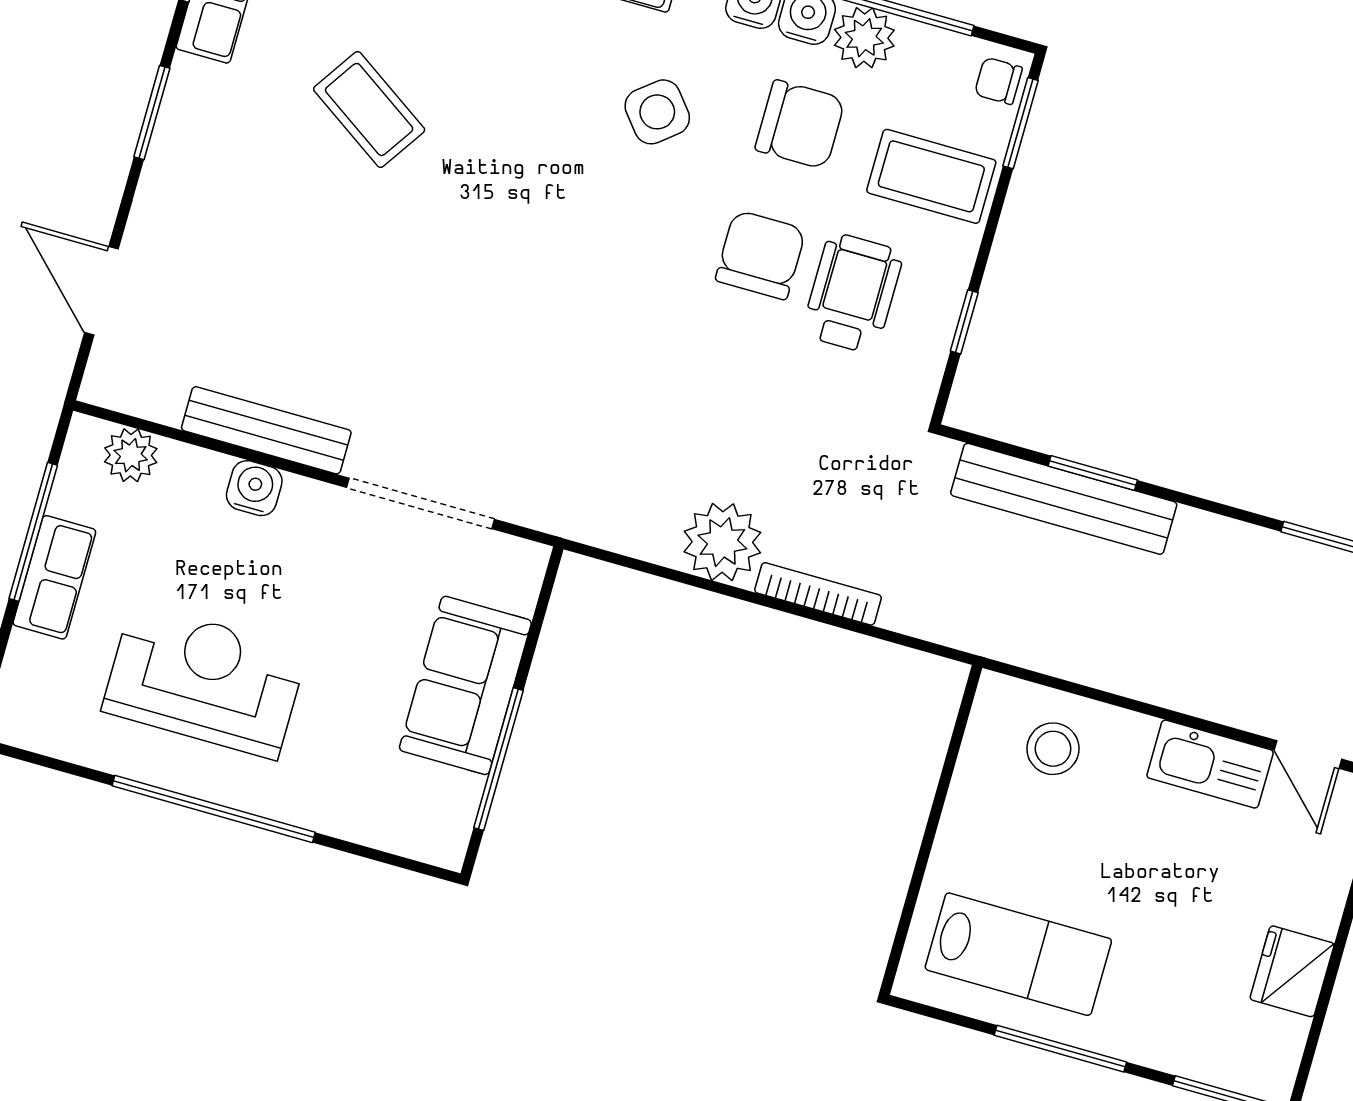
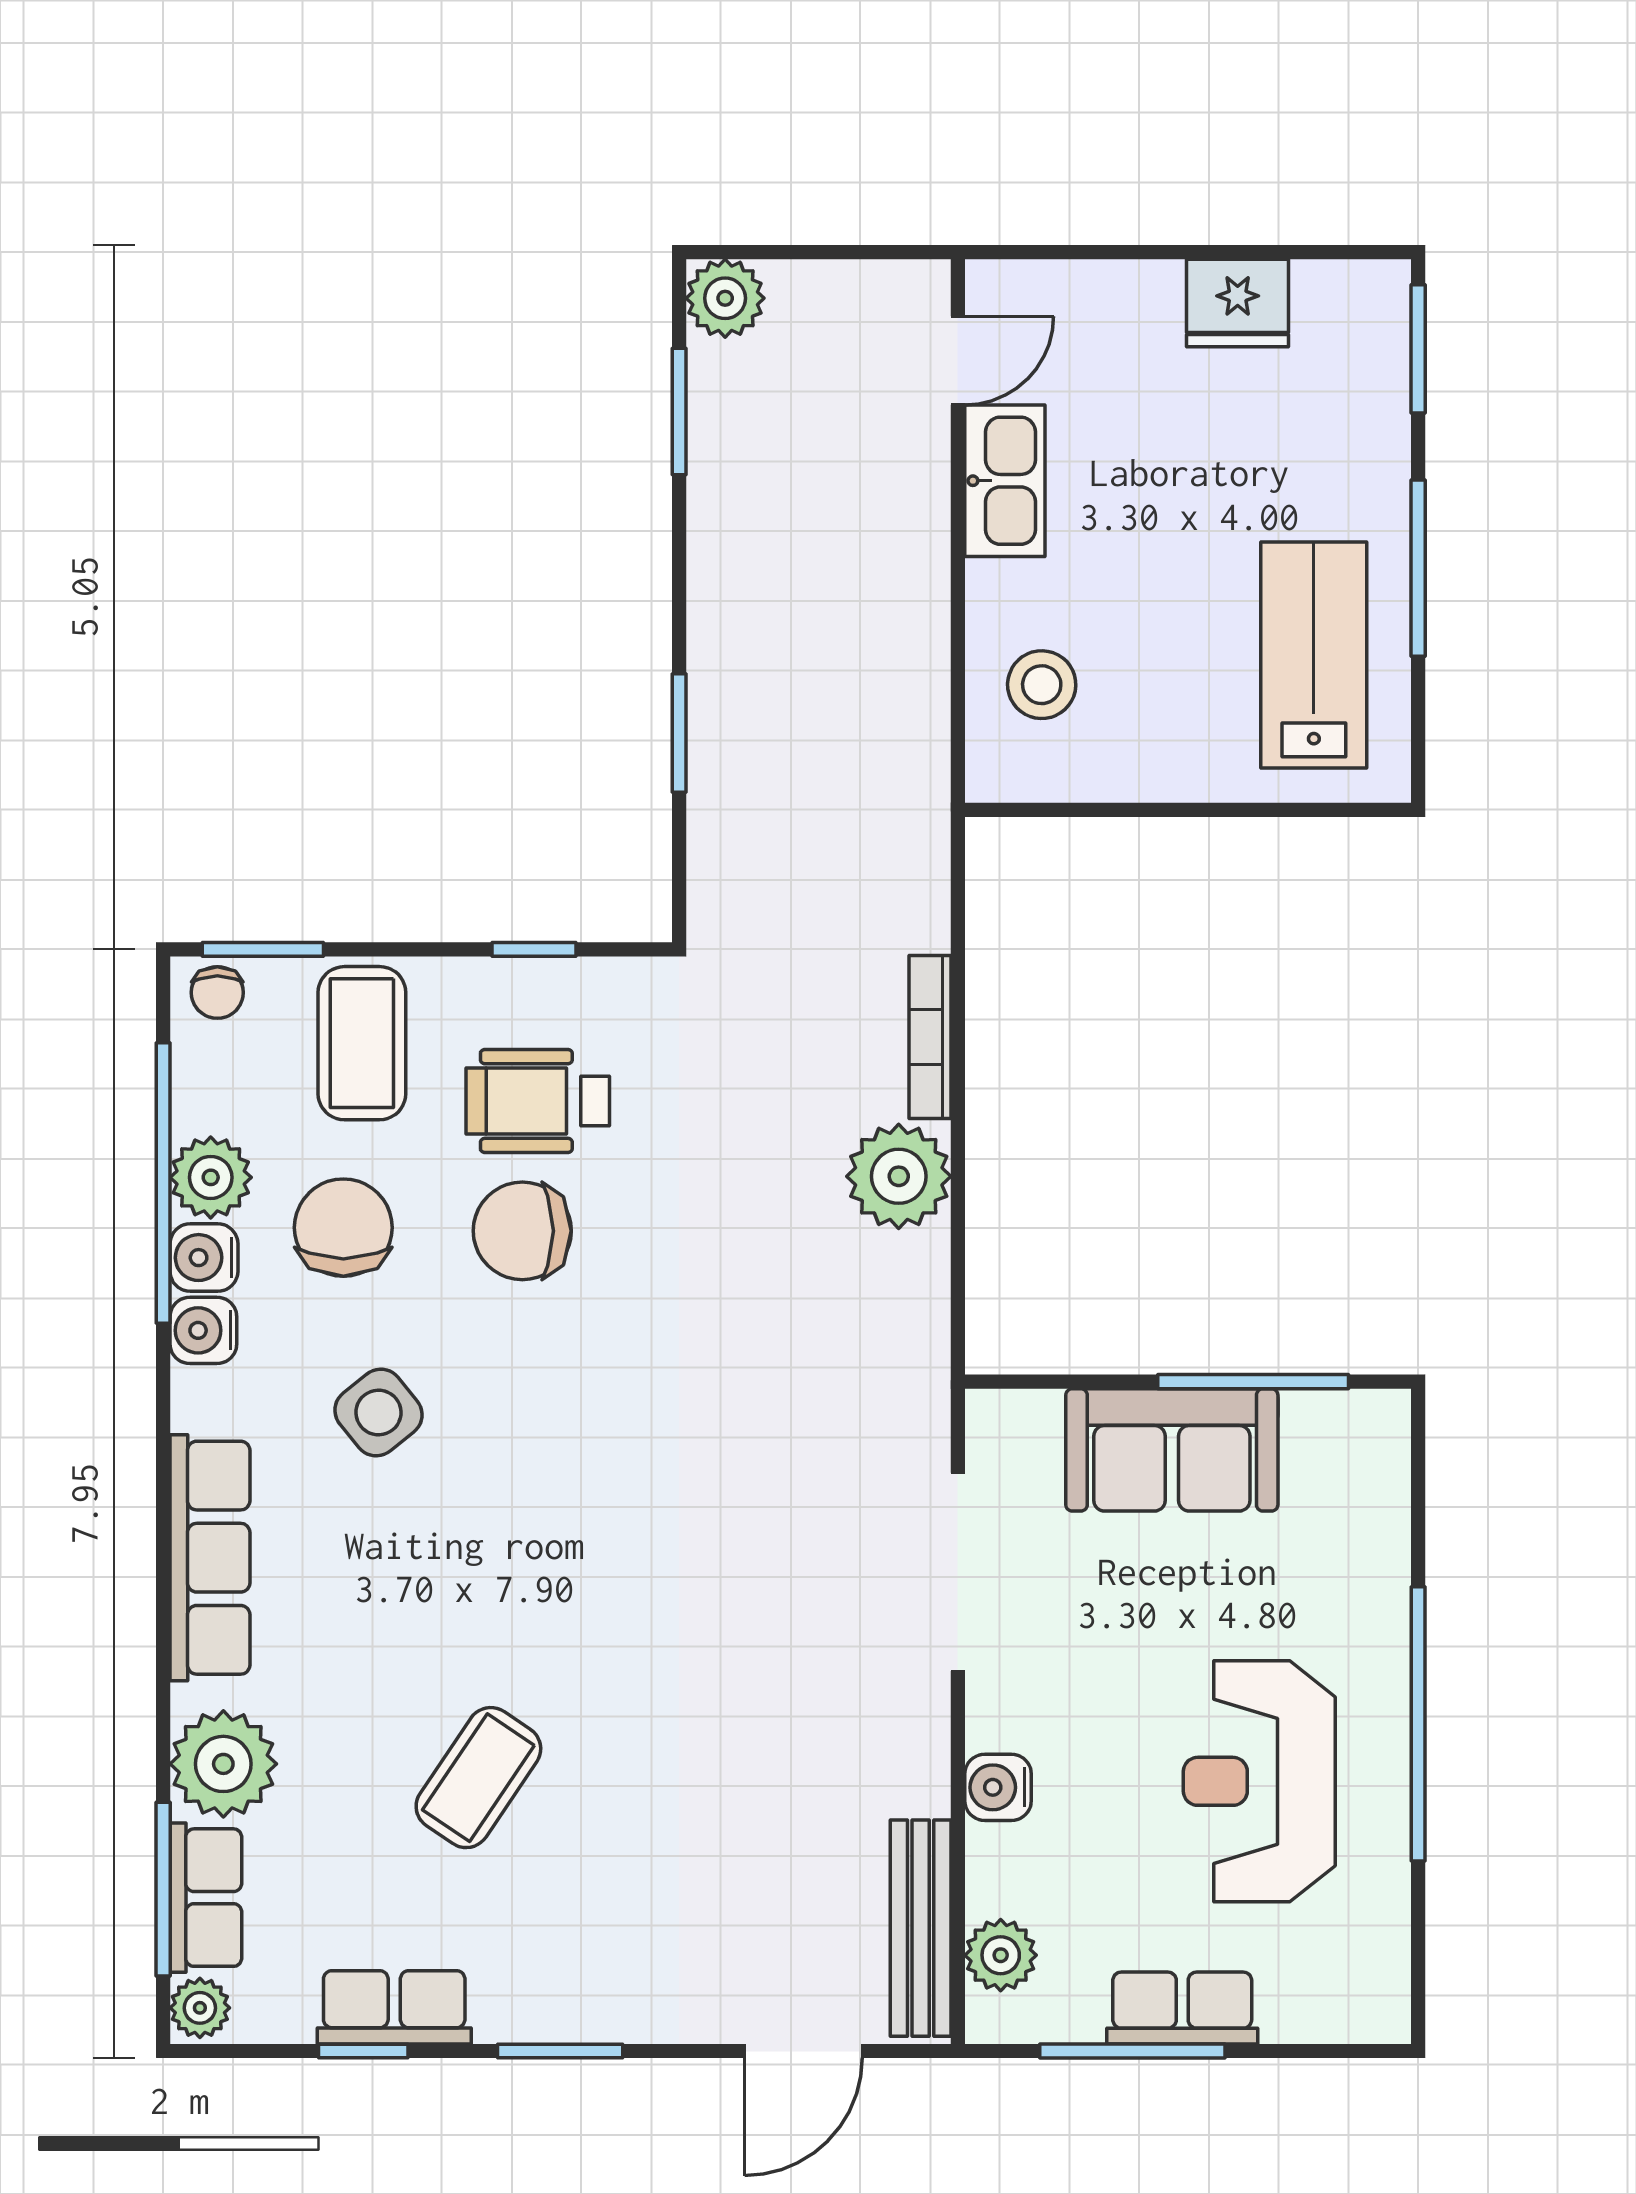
bench: (266, 430) -> (921, 1928), moved
bench: (1064, 499) -> (722, 760), removed

